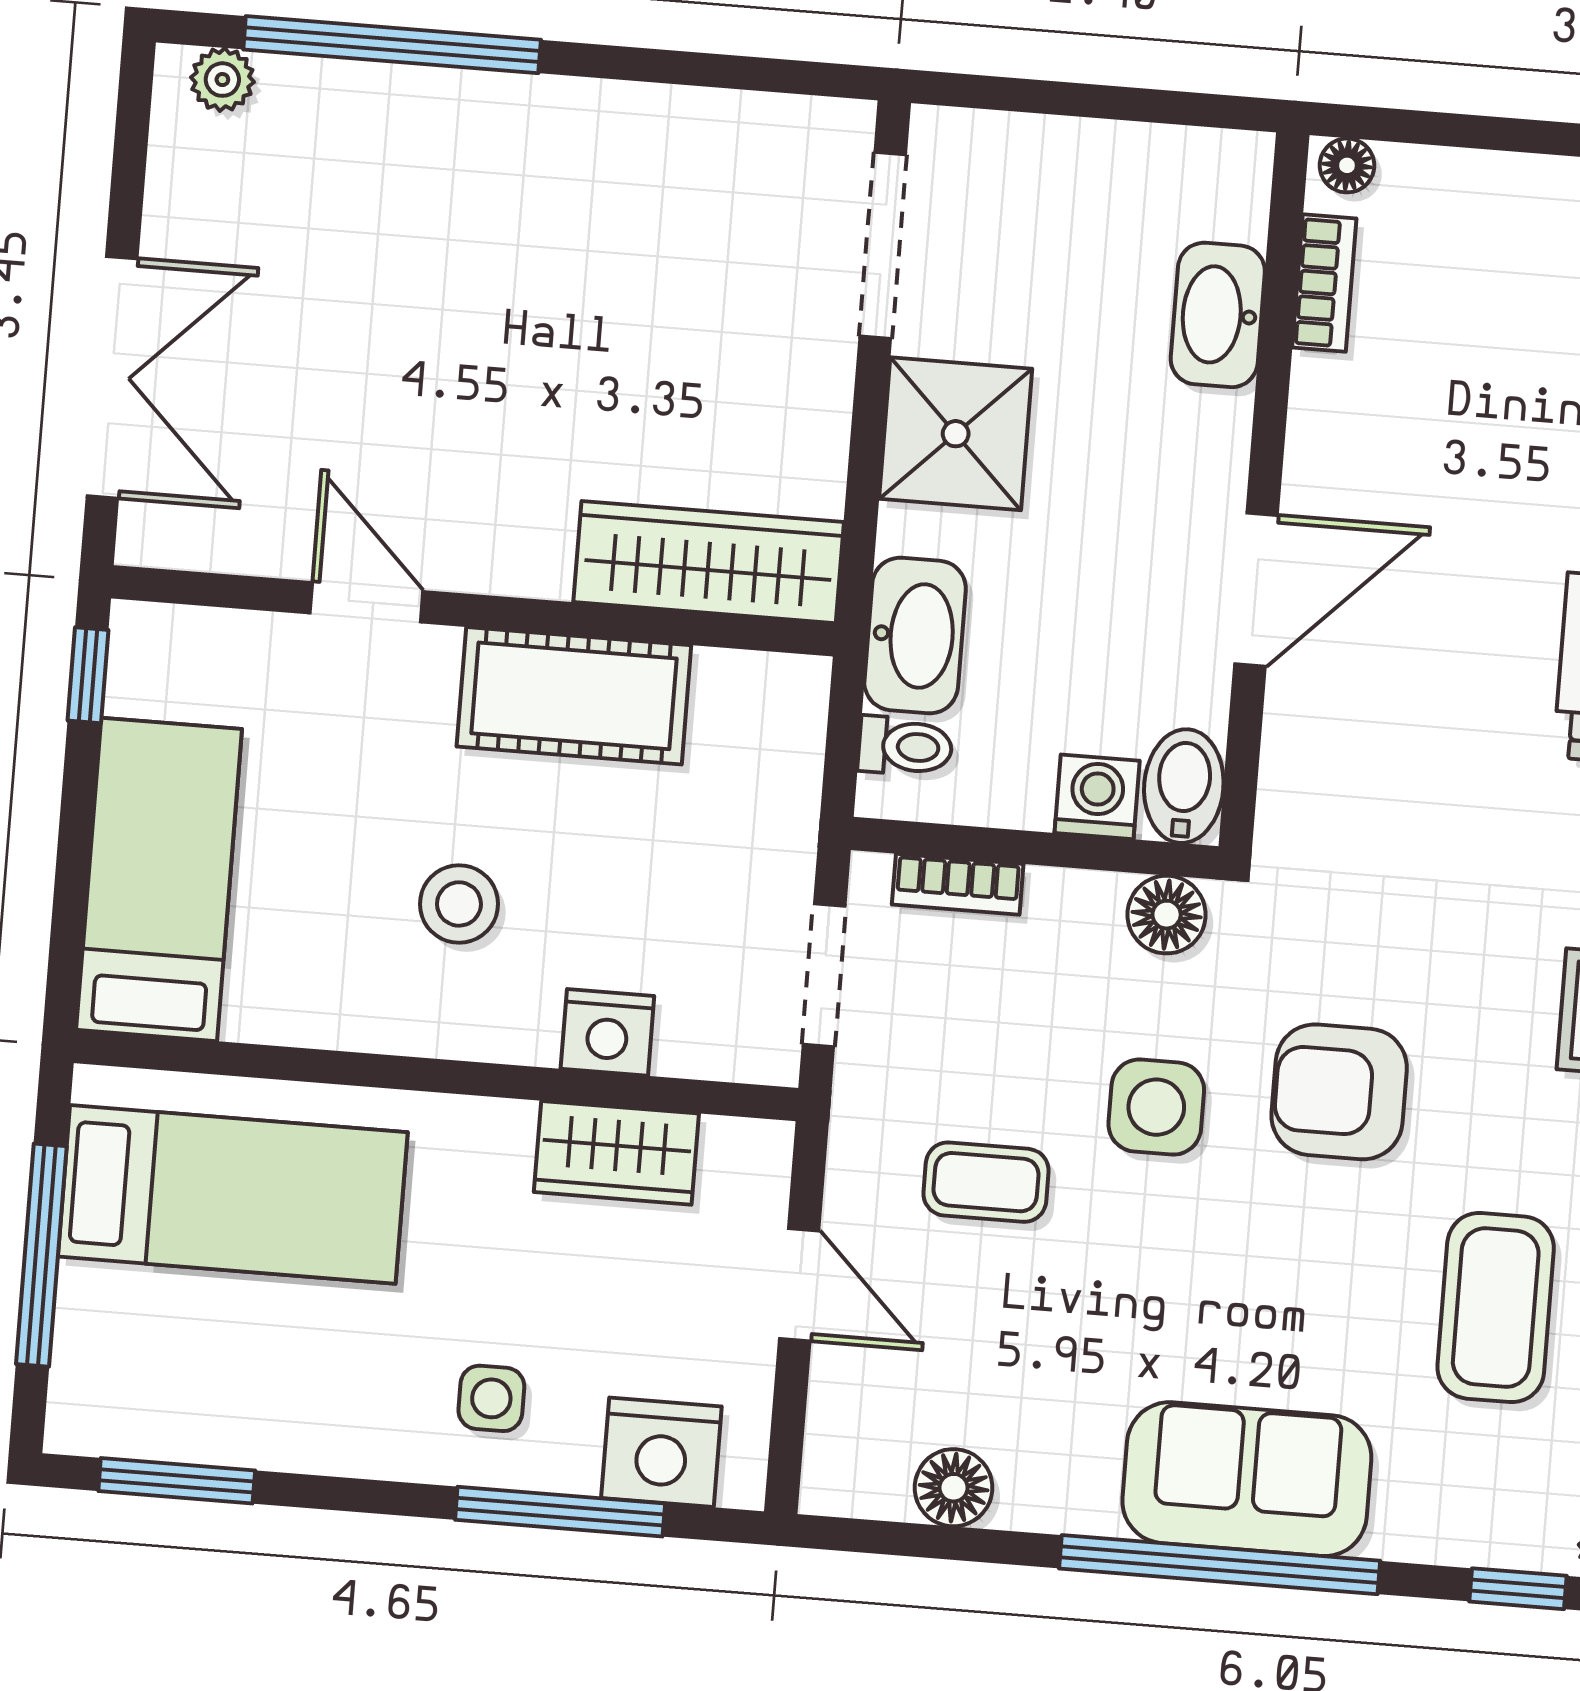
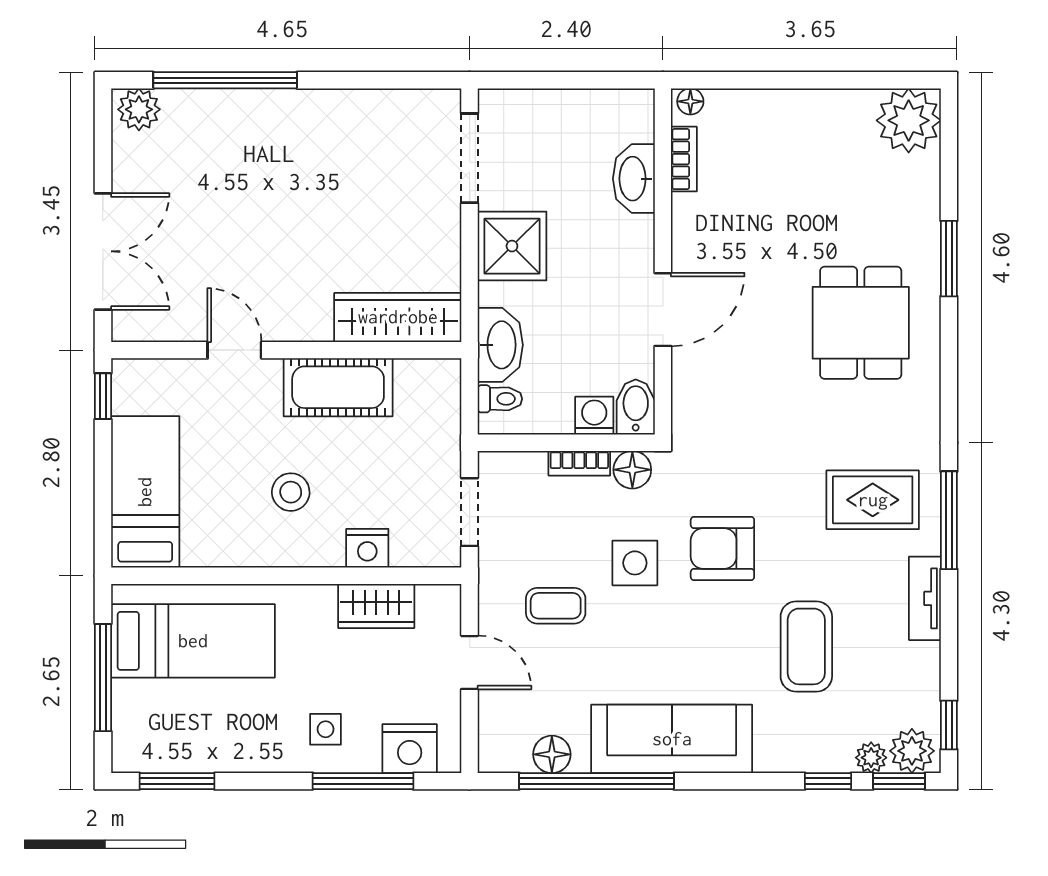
plant: (222, 80) -> (139, 109), width x1.38, depth x1.38
bookcase: (958, 884) -> (579, 463), moved
sofa: (1247, 1479) -> (672, 739), width x1.36
window: (1220, 1565) -> (597, 781), moved

